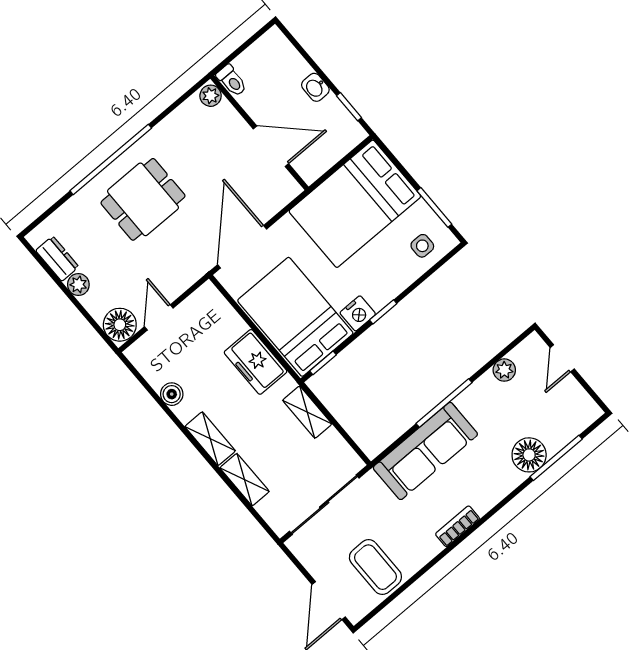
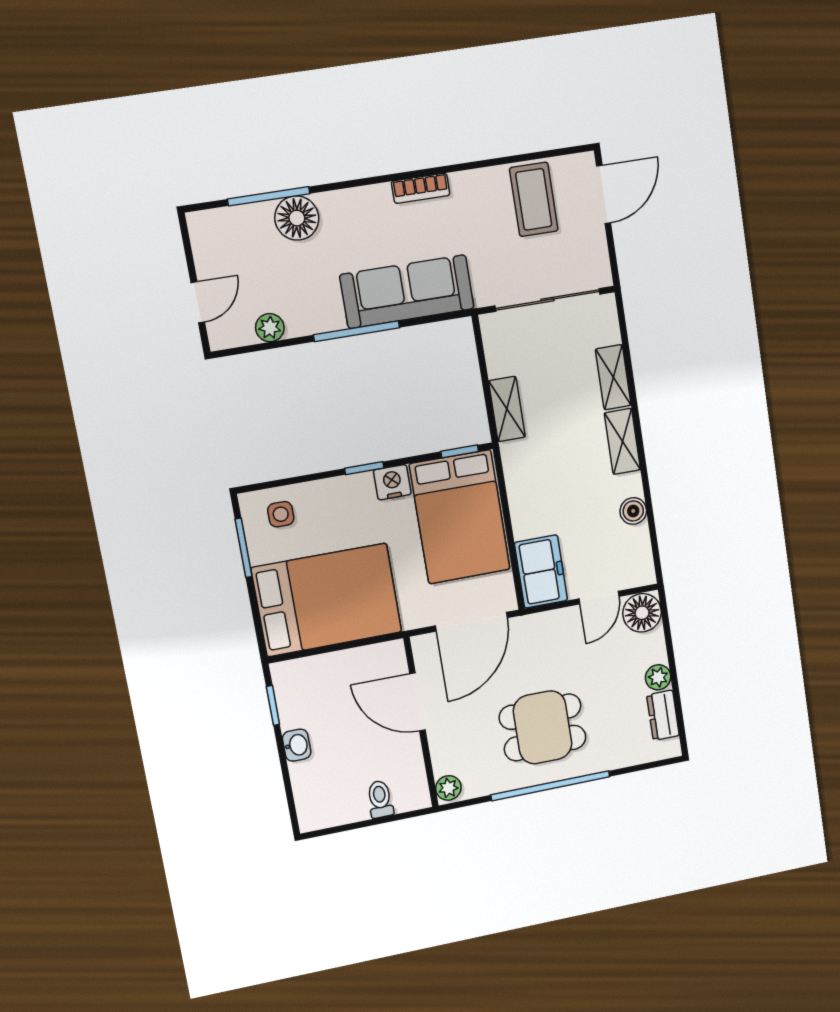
plant: (211, 96) -> (448, 788), moved
wall: (259, 133) -> (421, 722), moved
door: (271, 146) -> (417, 702), moved
freezer: (256, 362) -> (541, 571), moved

